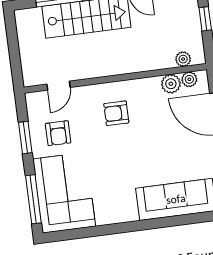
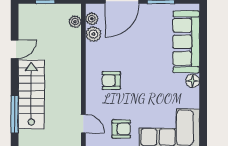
armchair: (116, 113) -> (111, 81), turned 90
floor lamp: (129, 214) -> (193, 81), added

